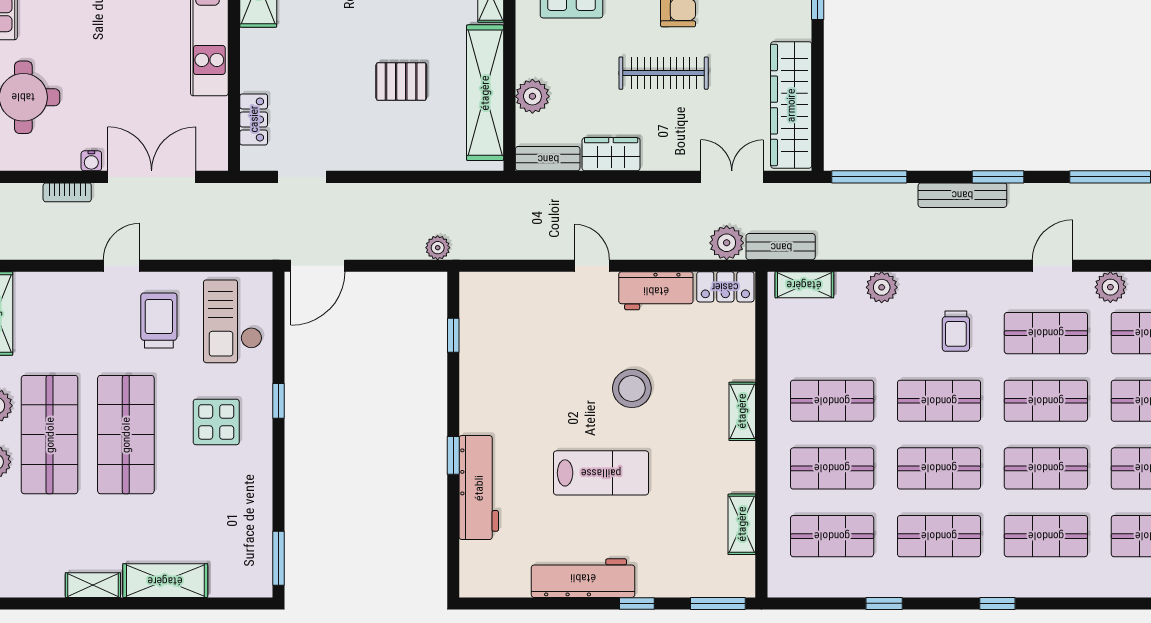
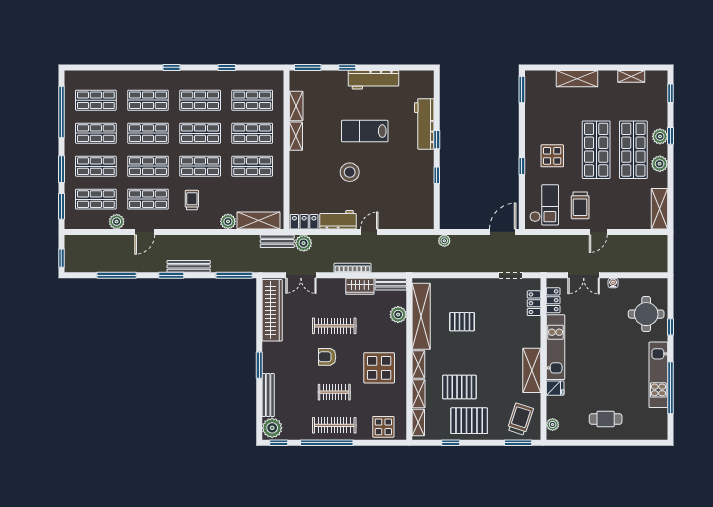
locker: (214, 126) -> (553, 300), added
double door: (152, 177) -> (584, 275), width x0.73
bookcase: (67, 192) -> (352, 268), moved, width x1.56
door: (592, 266) -> (369, 232), swing flipped
shelving: (804, 285) -> (259, 221), width x1.50, depth x1.33
window: (453, 335) -> (437, 175), moved
shelving: (742, 411) -> (296, 136), moved
shelving: (93, 585) -> (631, 76), moved

